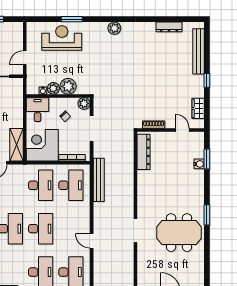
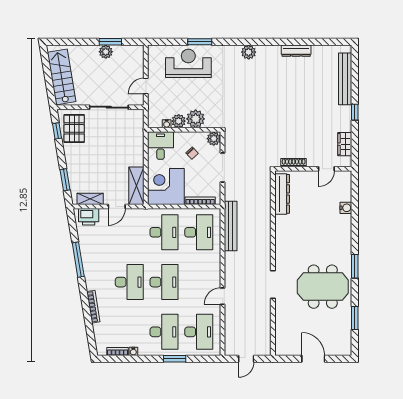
dresser: (169, 27) -> (296, 51), moved
door: (182, 130) -> (326, 169), swing flipped
window: (207, 159) -> (355, 318), moved
door: (92, 241) -> (223, 296), hinge flipped

